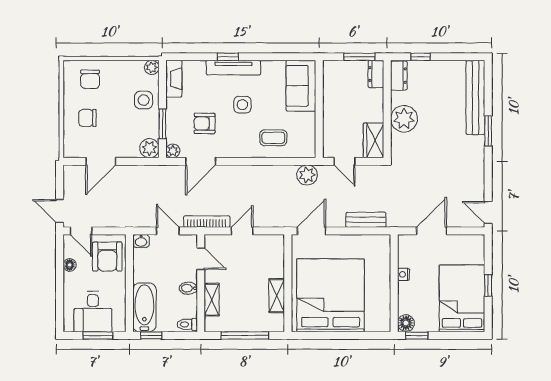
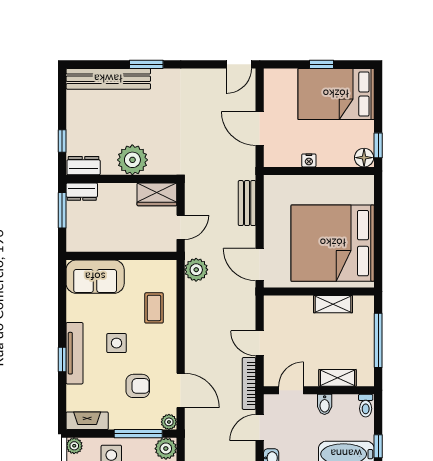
armchair: (205, 123) -> (138, 386), turned -90
window: (162, 124) -> (138, 434), width x1.44

